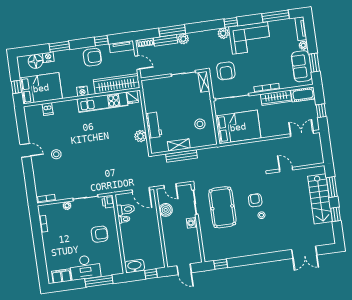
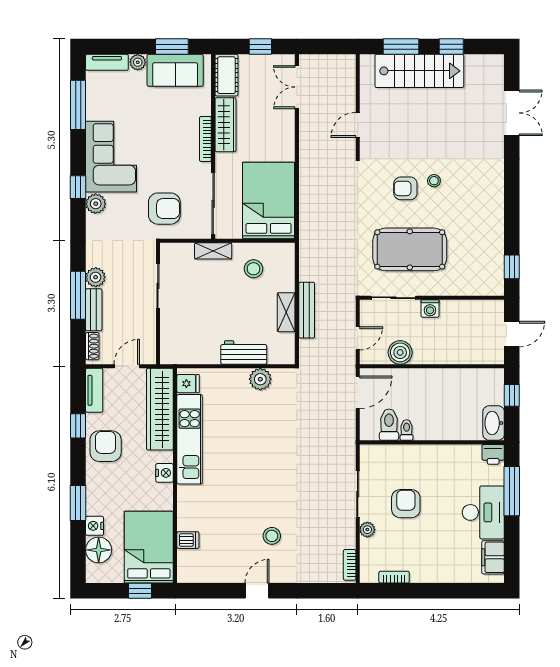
shelving: (204, 82) -> (213, 251), moved
printer: (108, 202) -> (493, 454), moved
armchair: (100, 234) -> (406, 504), moved

